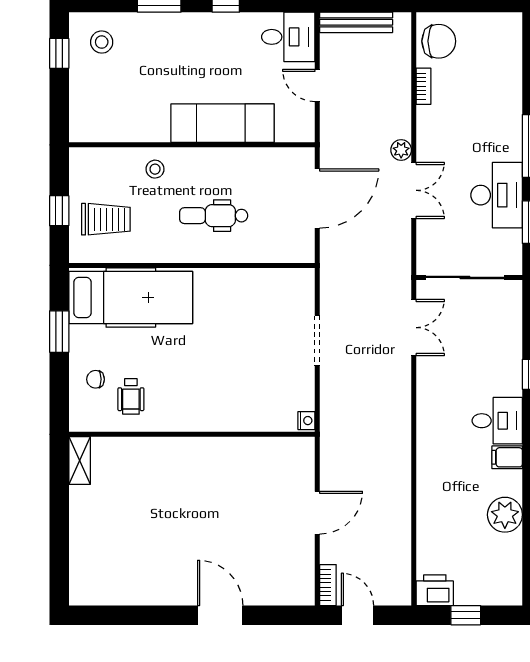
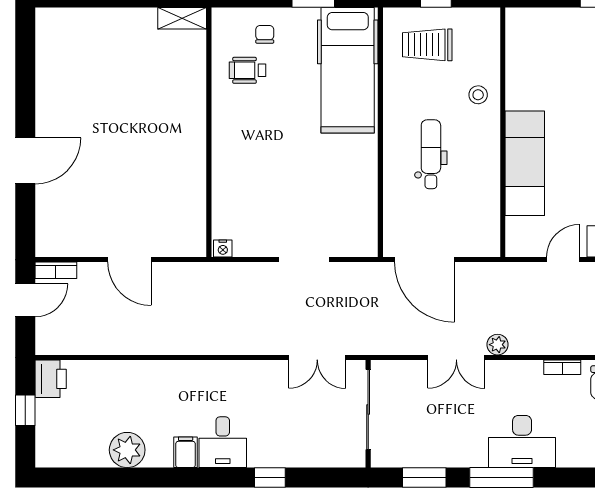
desk: (497, 195) -> (522, 442), moved
door: (317, 198) -> (424, 260), moved
trolley: (106, 219) -> (427, 45), turned 90

